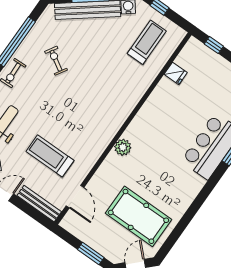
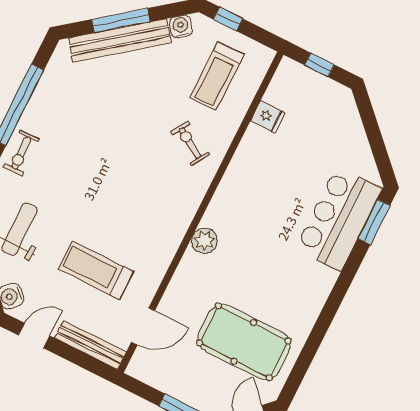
treadmill: (147, 42) -> (217, 76), turned 180
exercise bike: (56, 61) -> (190, 143), moved
door: (75, 197) -> (143, 326), hinge flipped

